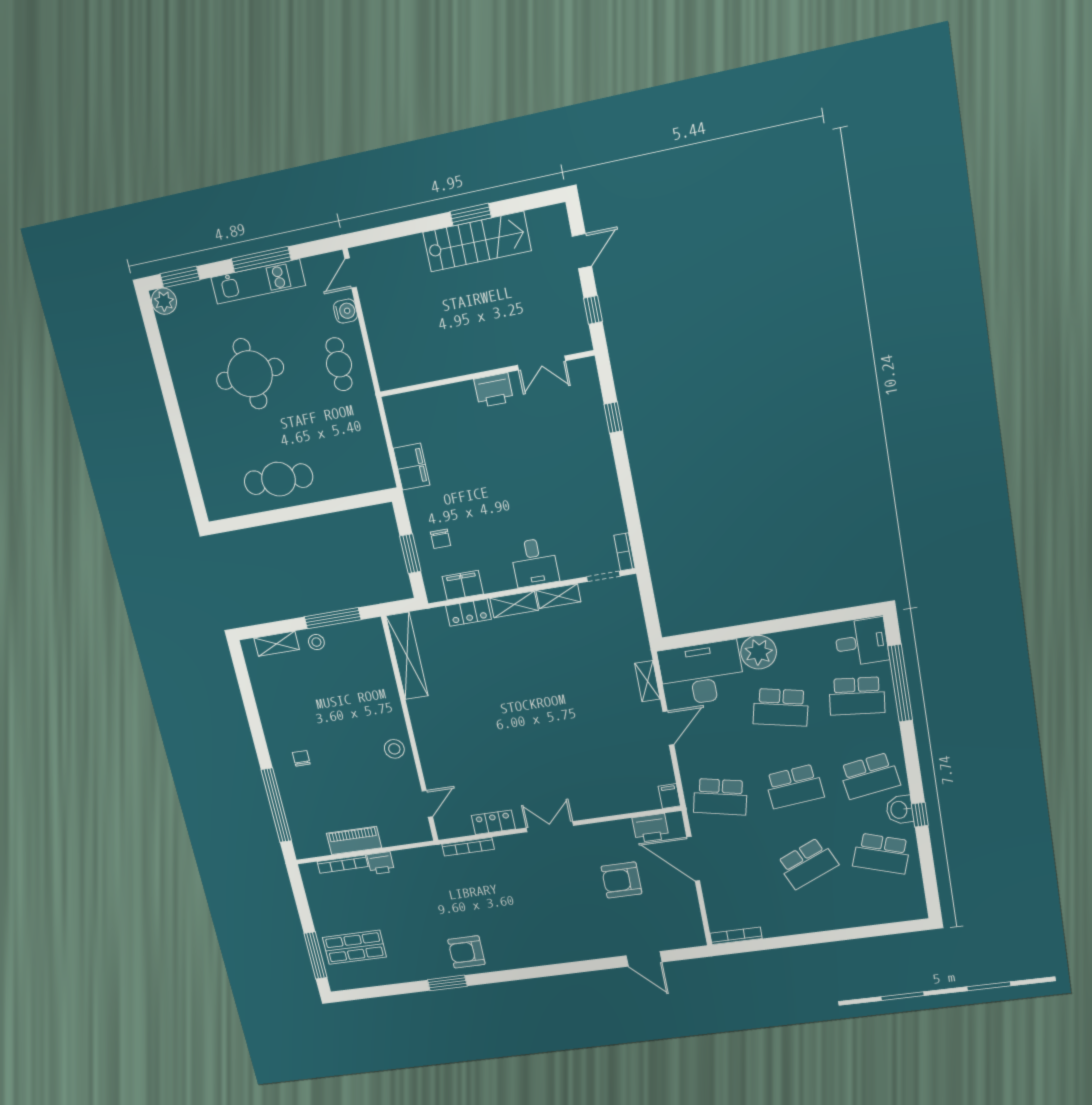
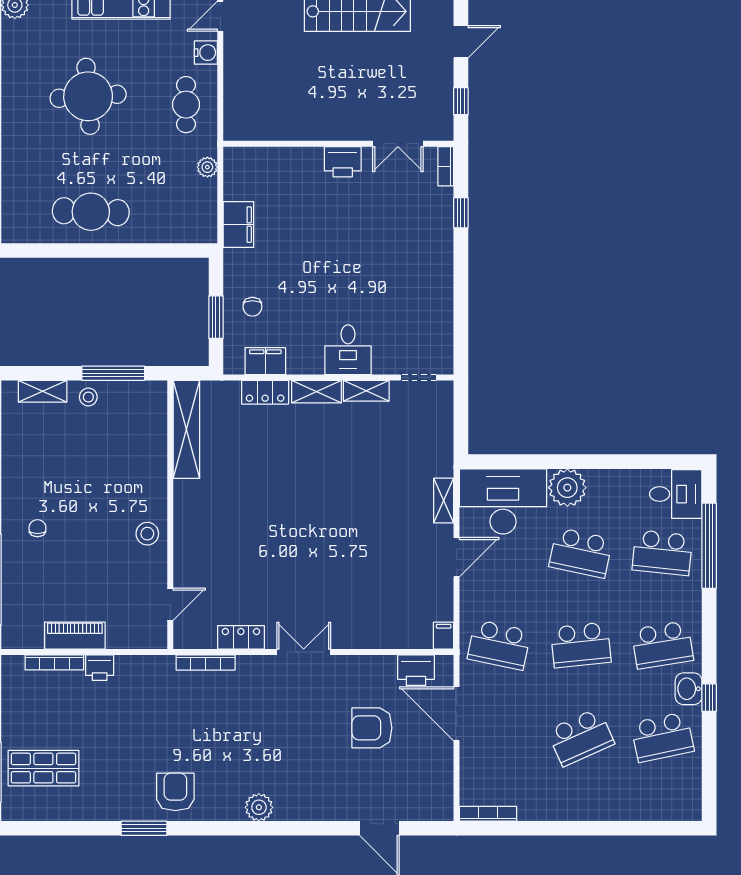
plant: (372, 419) -> (207, 167), added
bookcase: (625, 552) -> (446, 166), moved
school desk: (882, 854) -> (662, 737), turned -30
armchair: (466, 952) -> (175, 792), turned 90
plant: (539, 955) -> (259, 807), added

